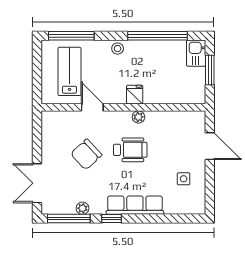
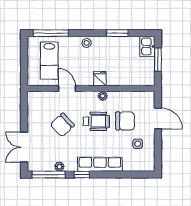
window: (157, 36) -> (117, 33), width x0.47
lab bench: (69, 71) -> (49, 61), turned 180
chair: (167, 149) -> (125, 121), added

